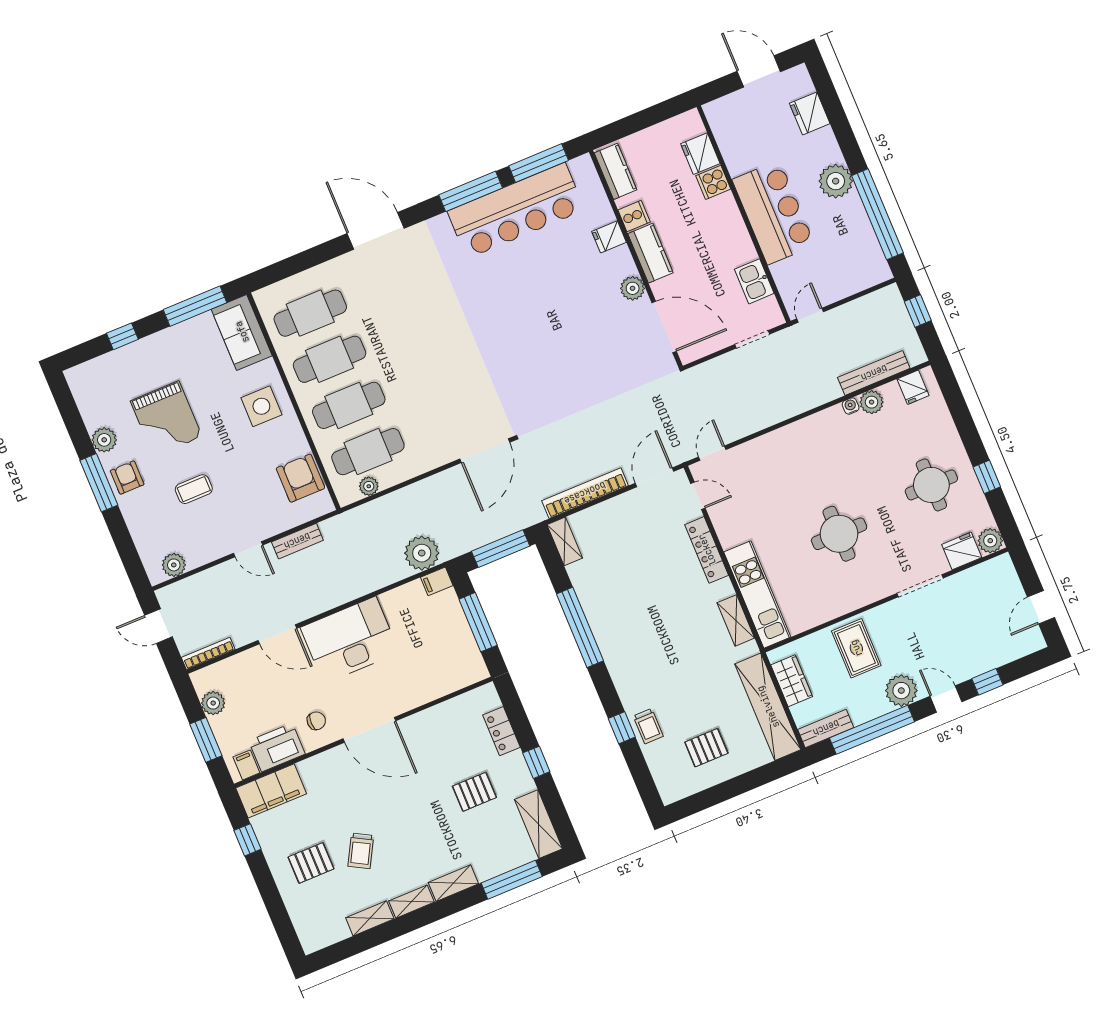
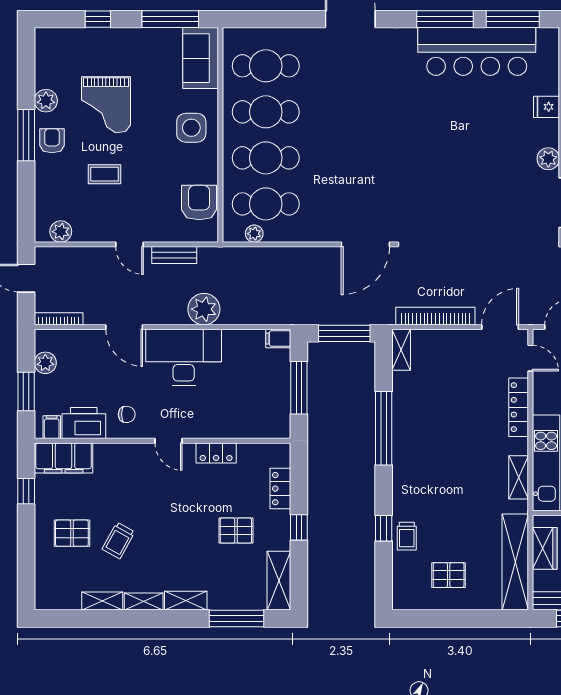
plant: (422, 553) -> (204, 309), moved
locker: (422, 722) -> (216, 453), added
door: (369, 730) -> (169, 441), width x0.53

